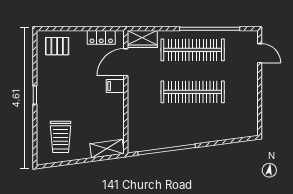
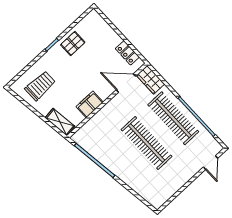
pallet: (57, 46) -> (73, 44), moved, turned 90
filing cabinet: (115, 86) -> (90, 104), moved, width x2.00
trolley: (61, 137) -> (40, 86), turned 180

